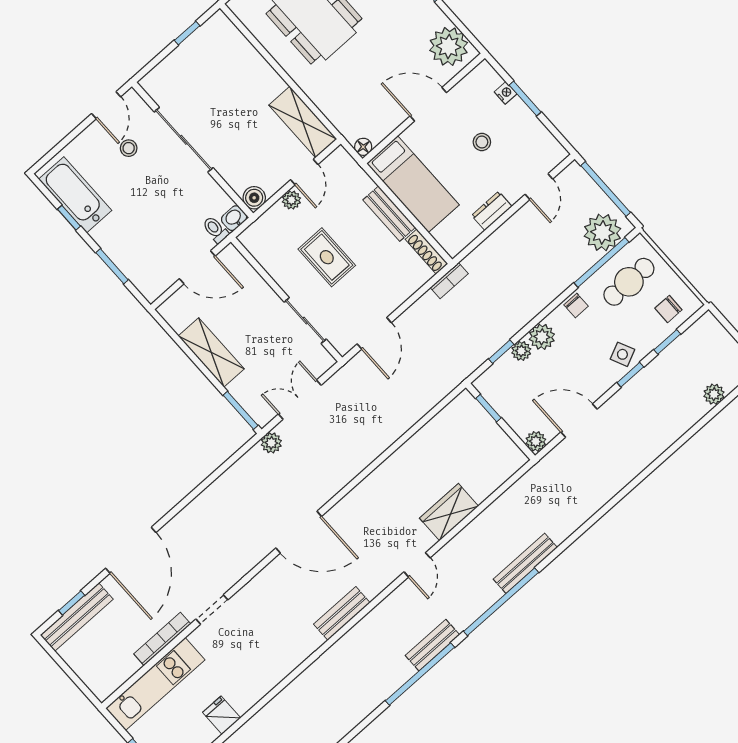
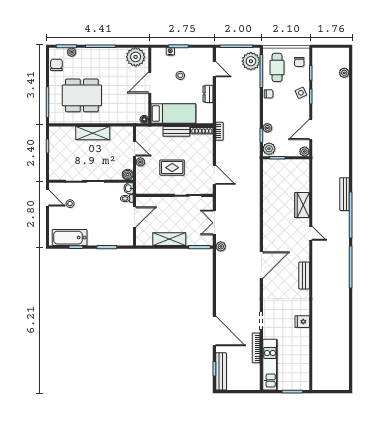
shelving: (303, 122) -> (93, 133), moved
plant: (542, 337) -> (269, 149), moved
bench: (432, 645) -> (344, 253), removed
fridge: (222, 715) -> (302, 322), moved

